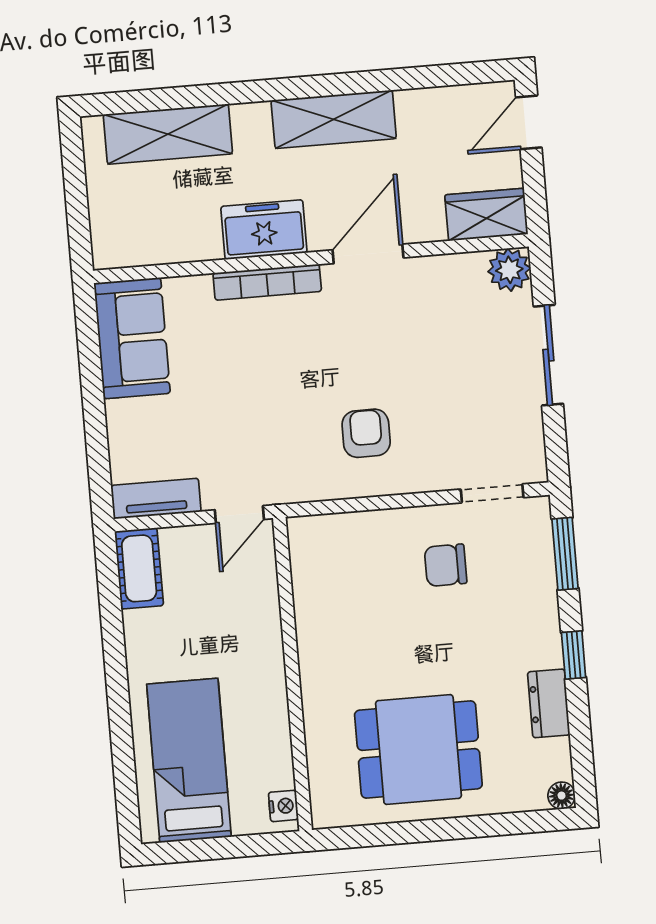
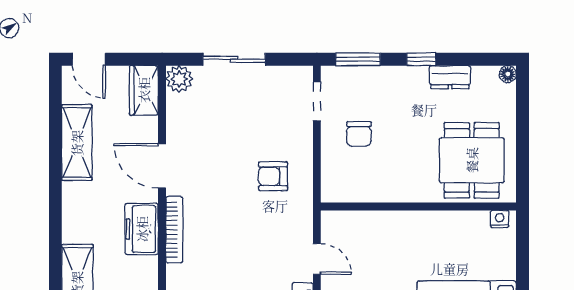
shelving: (334, 119) -> (77, 143), moved
wall: (292, 674) -> (418, 207), moved
nightstand: (283, 806) -> (500, 219), moved

